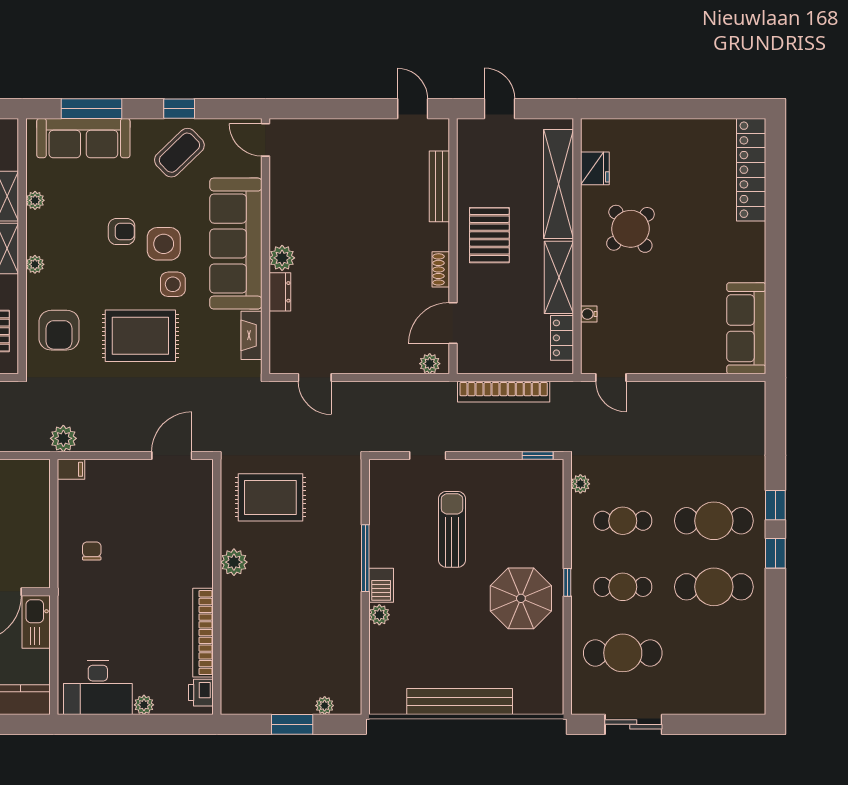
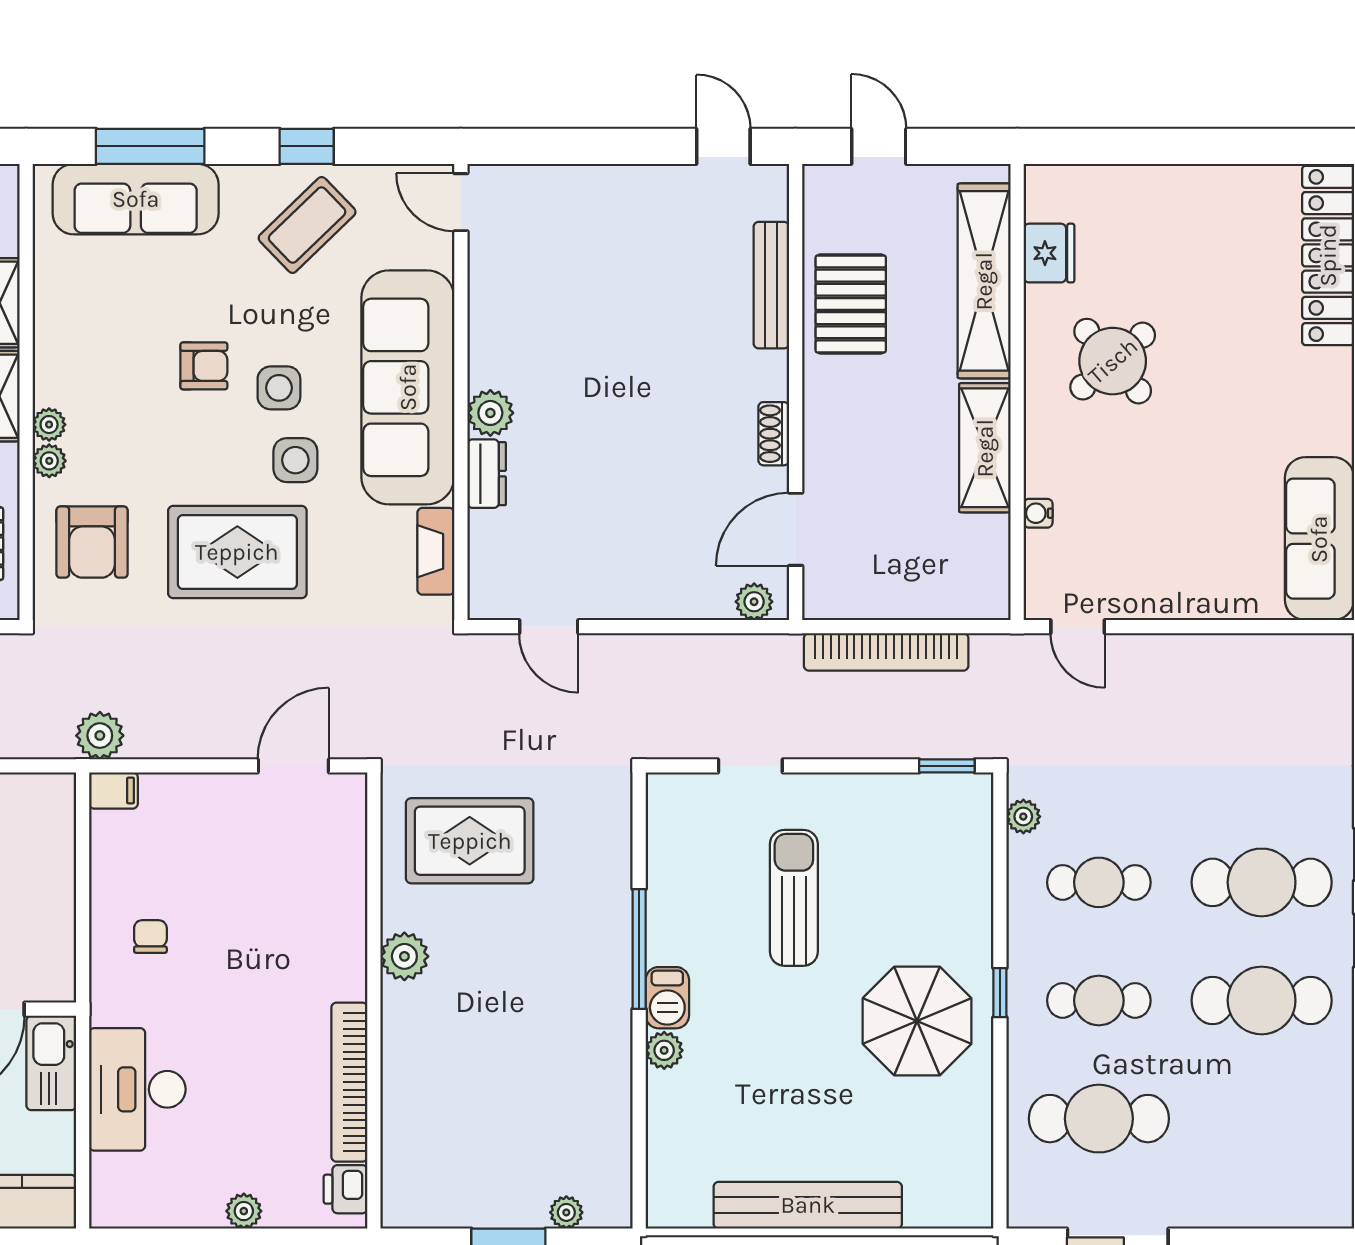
plant: (35, 200) -> (49, 461), moved
pallet: (489, 235) -> (851, 304), moved
side table: (164, 244) -> (279, 388), width x0.73, depth x0.73
locker: (562, 338) -> (990, 556), removed
desk: (98, 688) -> (137, 1089), moved, turned 90

